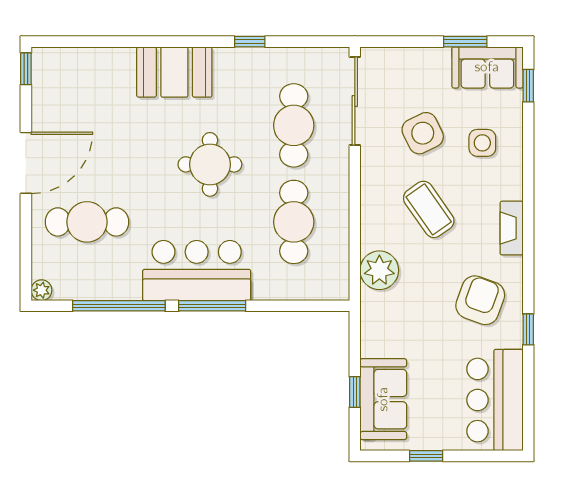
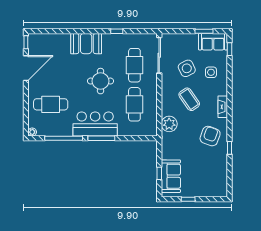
door: (26, 163) -> (26, 68), moved
bar counter: (495, 400) -> (216, 177), removed

